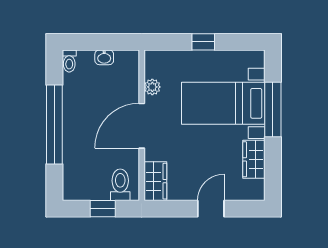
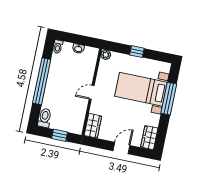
plant: (152, 87) -> (106, 55), moved
door: (142, 126) -> (92, 92), width x0.53
wardrobe: (254, 159) -> (149, 138), moved
toilet: (120, 185) -> (45, 118), moved

